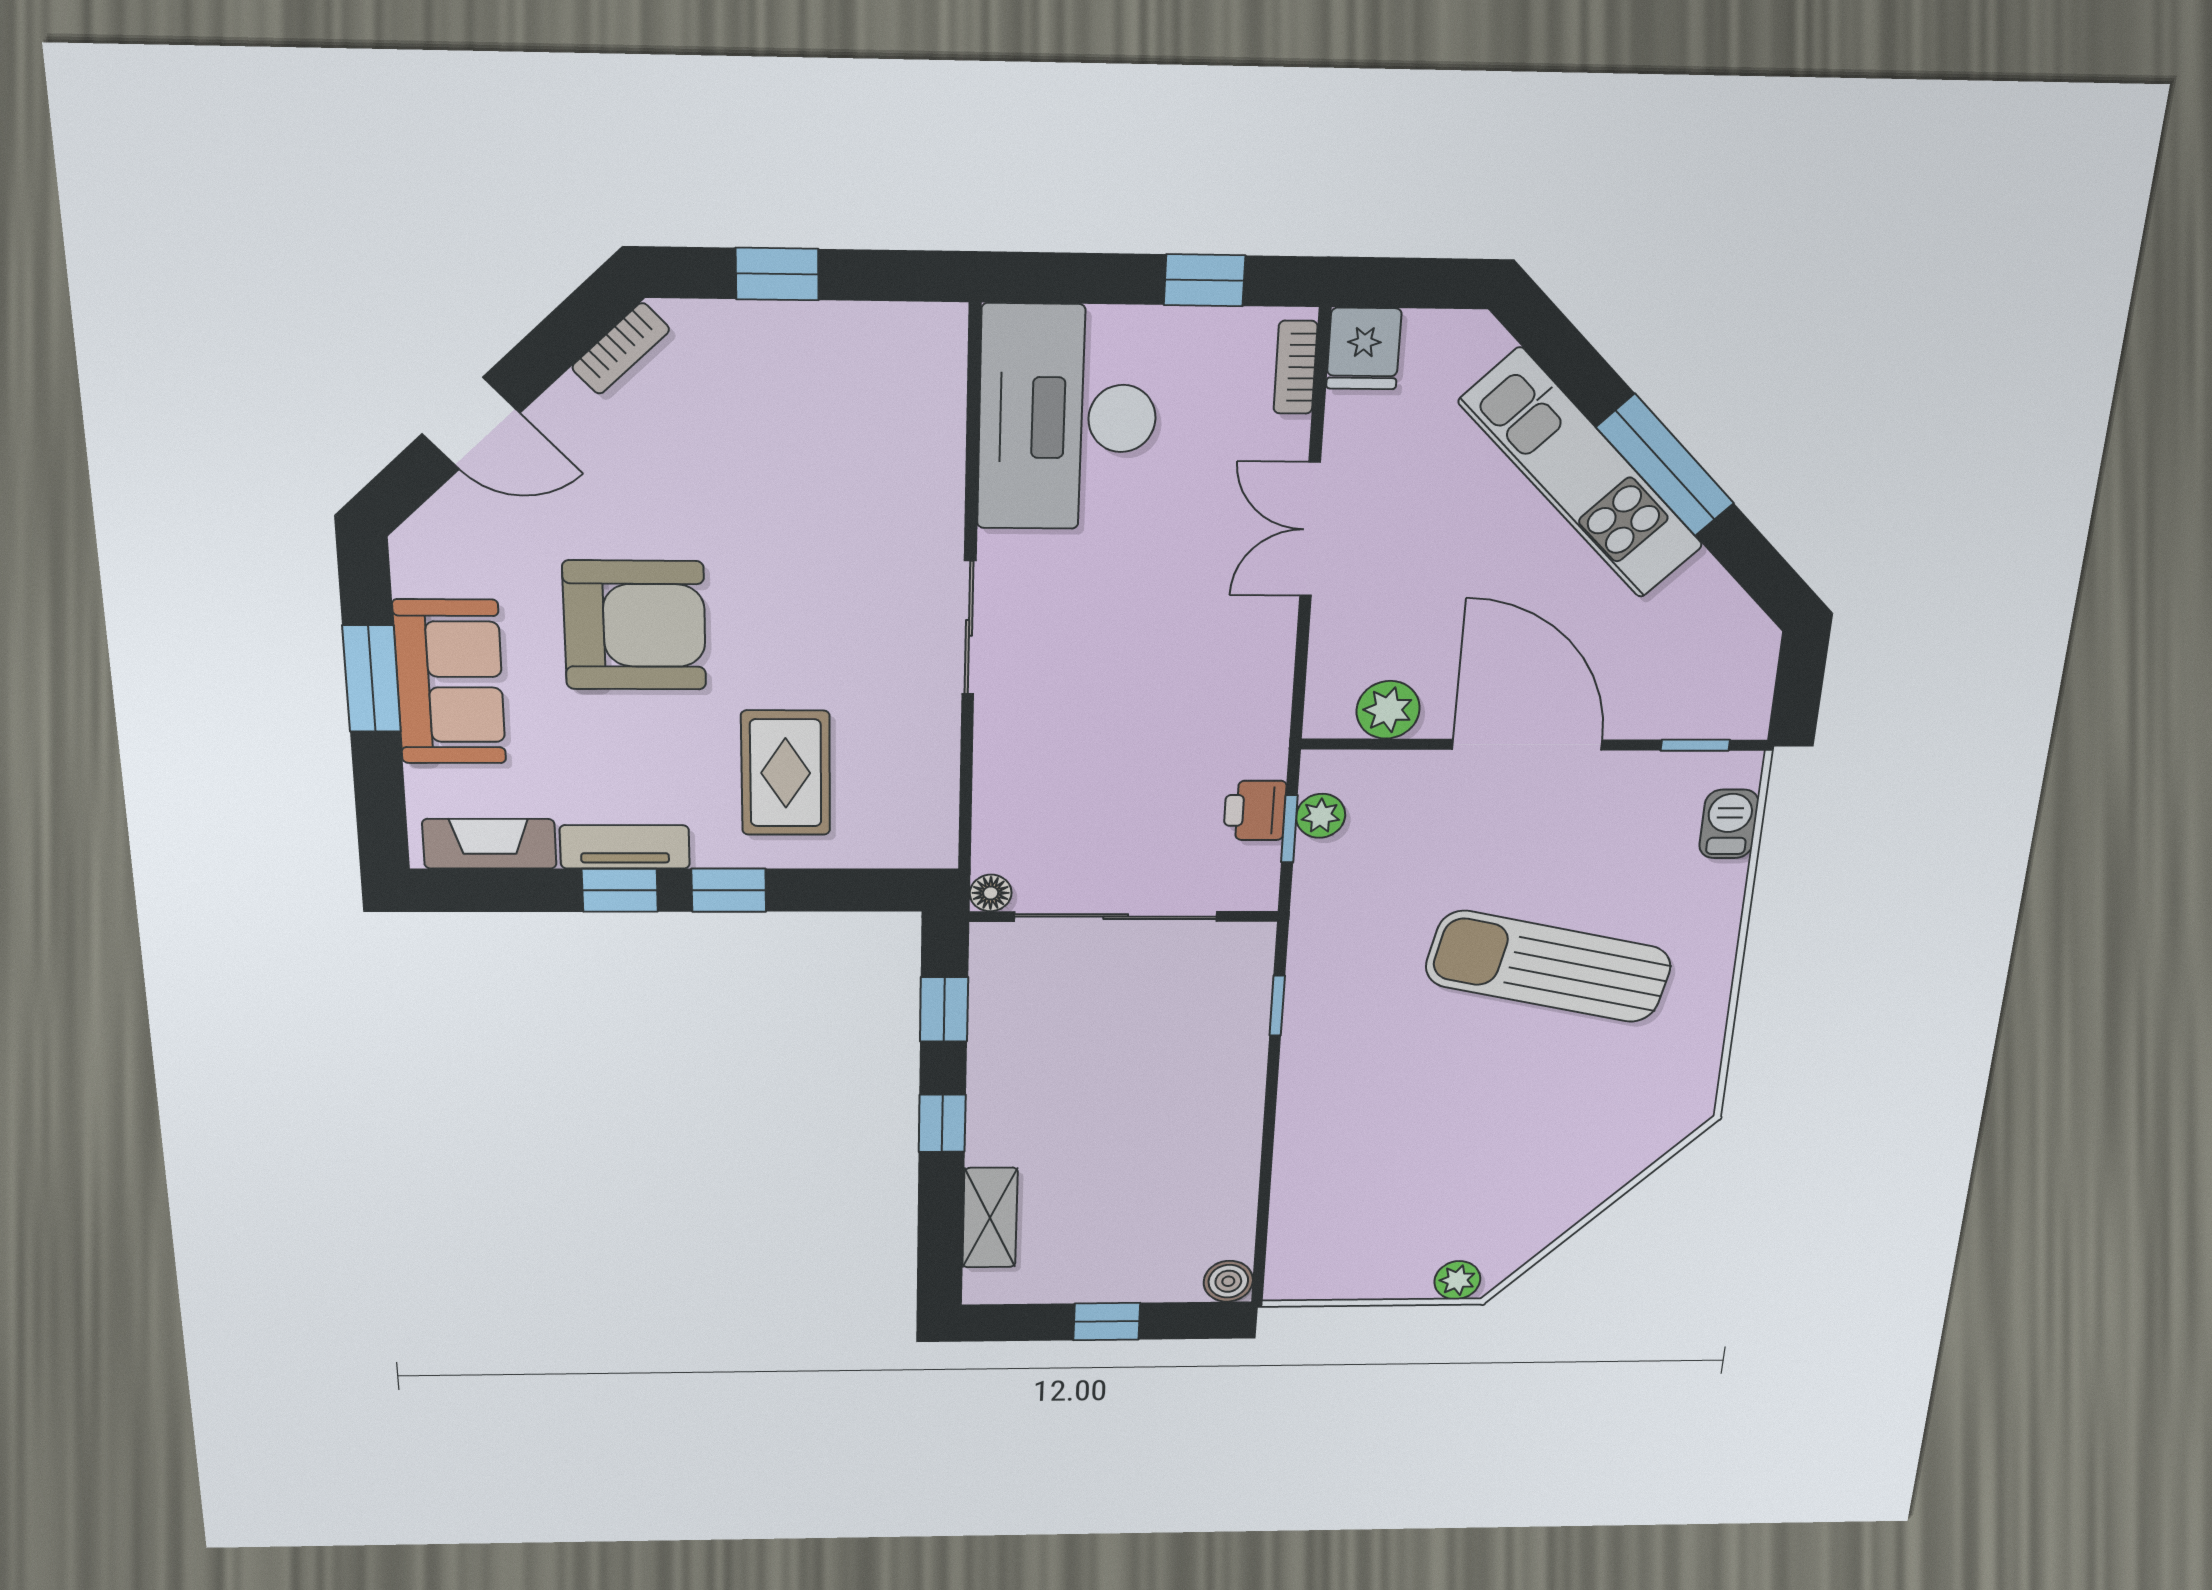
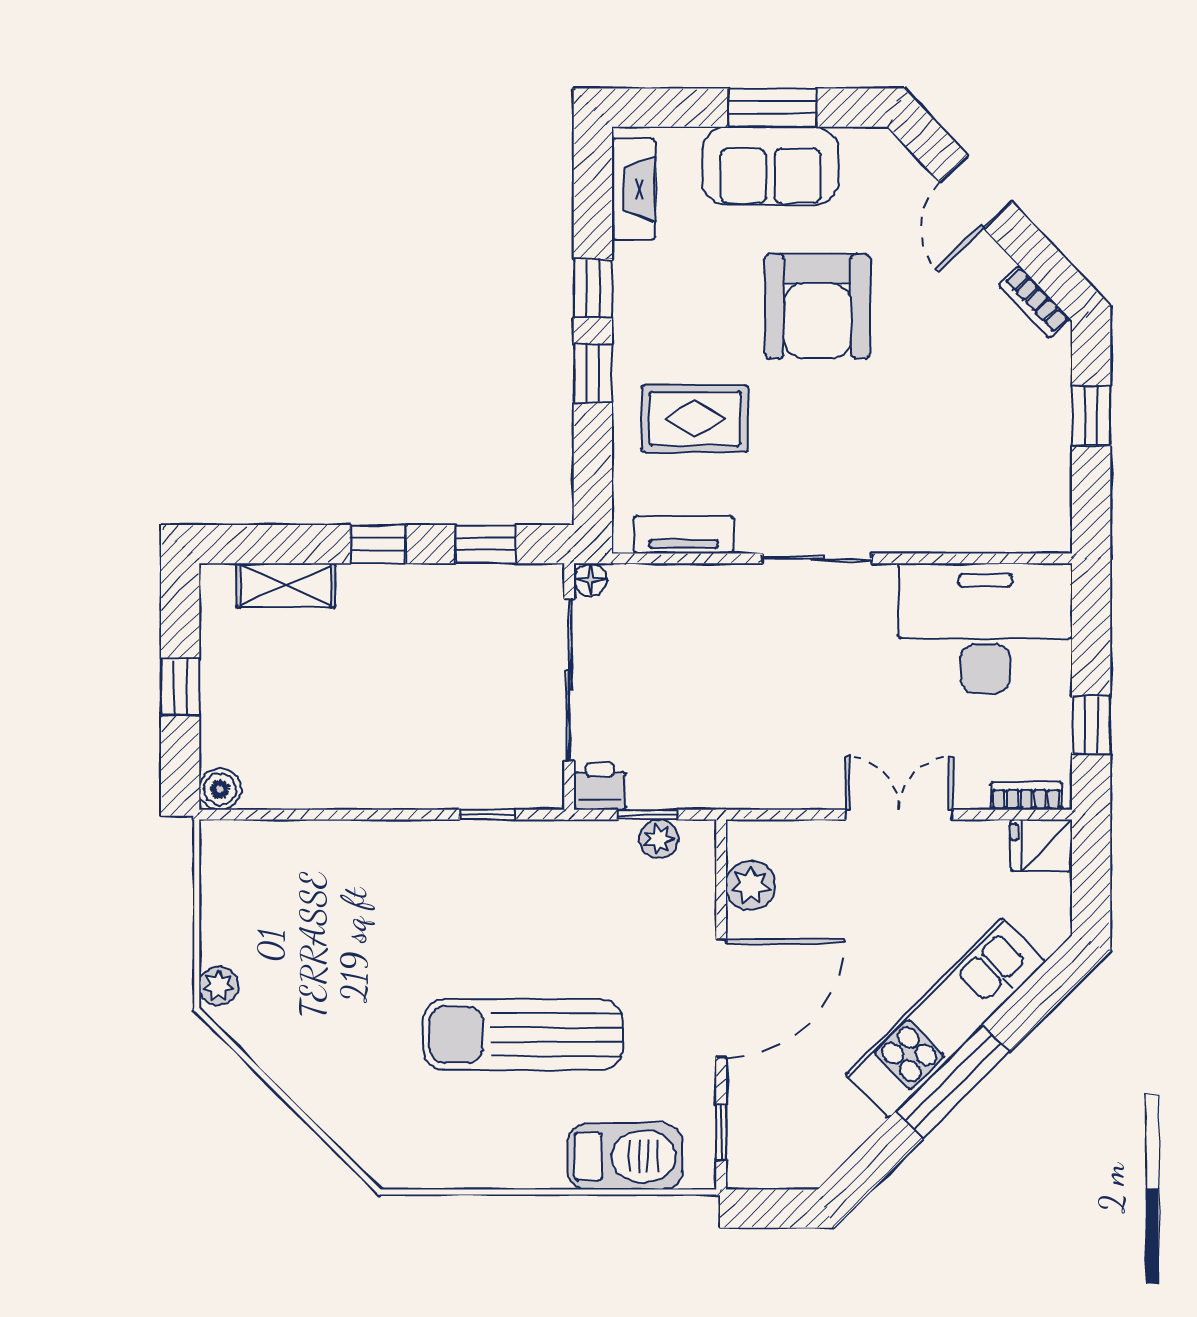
printer: (1255, 810) -> (600, 786), moved
barbecue: (1729, 824) -> (625, 1156), width x1.88, depth x1.53
tv unit: (625, 847) -> (684, 535), moved, turned -90
sun lounger: (1548, 967) -> (523, 1035), turned -102

